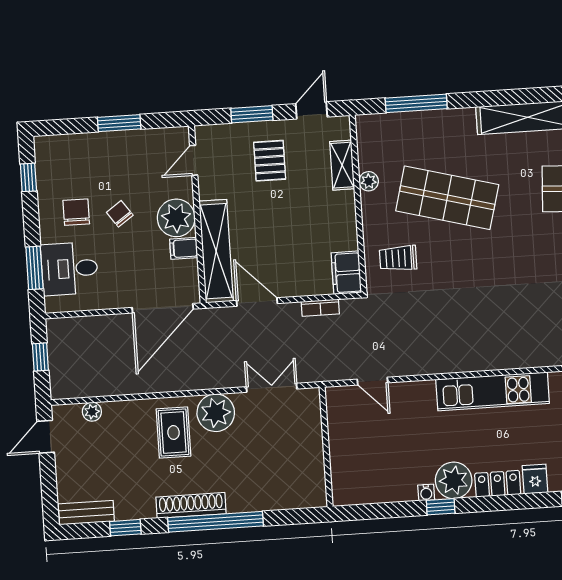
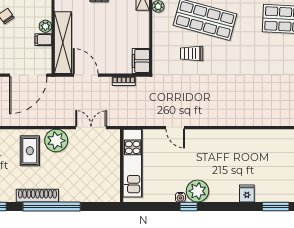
plant: (176, 218) -> (45, 26), width x0.53, depth x0.53
trolley: (398, 258) -> (192, 53), moved
door: (373, 381) -> (175, 128), moved
kitchen unit: (493, 391) -> (133, 163), moved, turned -90
locker: (498, 484) -> (224, 195), removed

